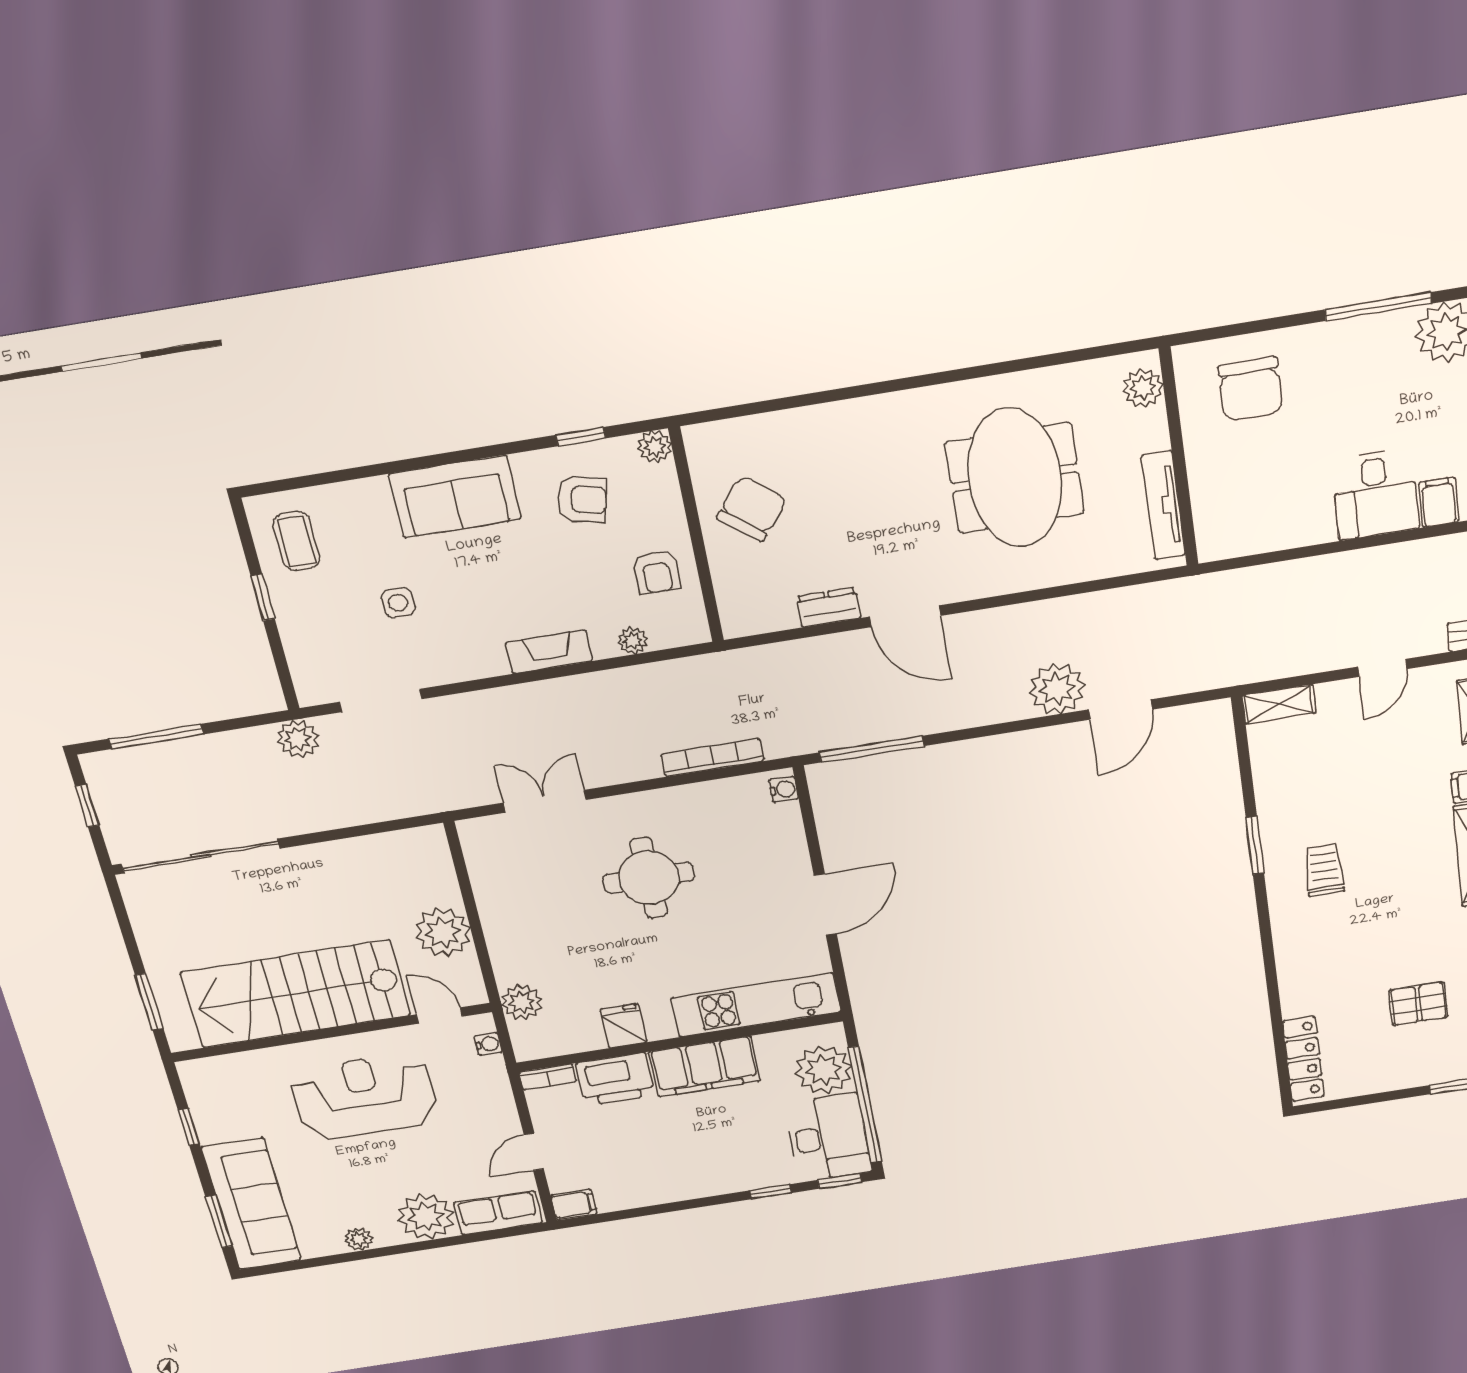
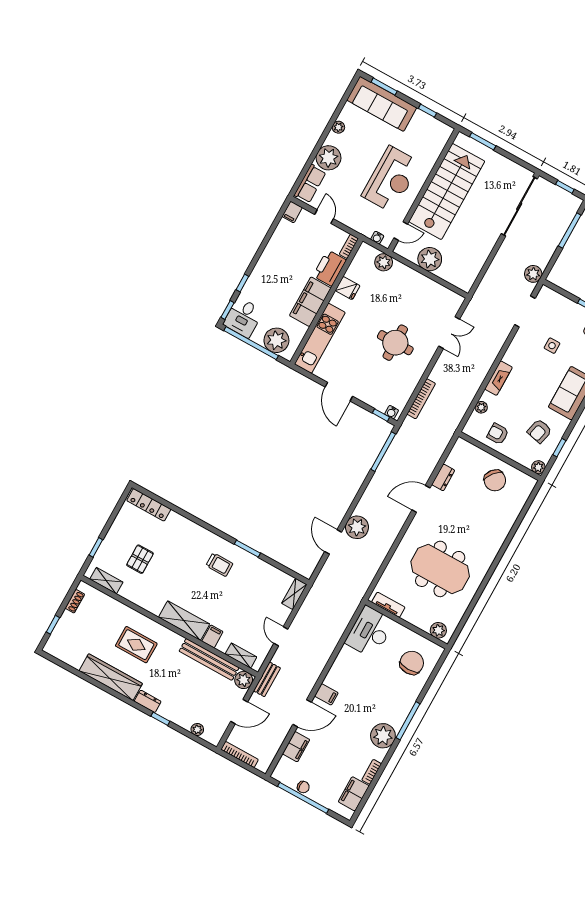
chair: (1250, 389) -> (412, 663), turned 90
desk: (1376, 494) -> (370, 632), moved, width x1.37
tv unit: (1163, 505) -> (388, 605), width x0.71
window: (805, 803) -> (381, 415), added
desk: (828, 1138) -> (243, 317), width x0.73

